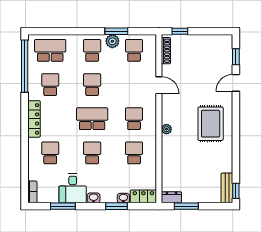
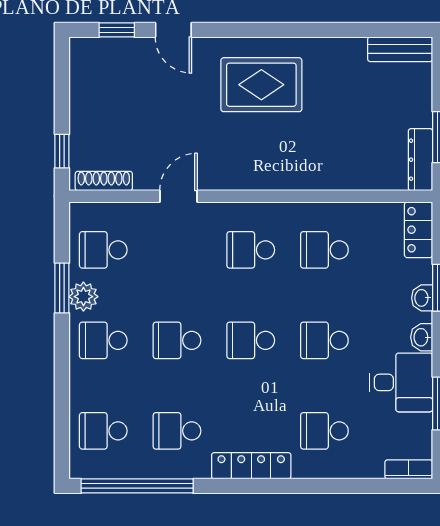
school desk: (50, 50) -> (103, 431), width x0.54
school desk: (92, 119) -> (251, 340), width x0.54
plant: (166, 129) -> (273, 180), removed
window: (236, 191) -> (406, 30), removed
dresser: (171, 197) -> (420, 160), width x1.44
washbasin: (123, 198) -> (422, 298), moved

